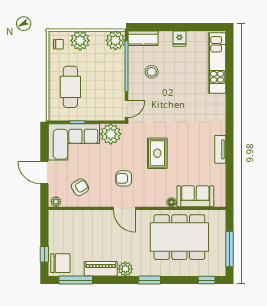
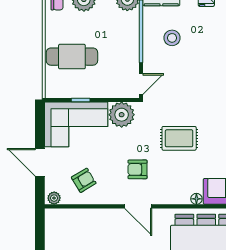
cafe table: (70, 87) -> (72, 57), turned 90
rug: (157, 153) -> (179, 138), turned 90

